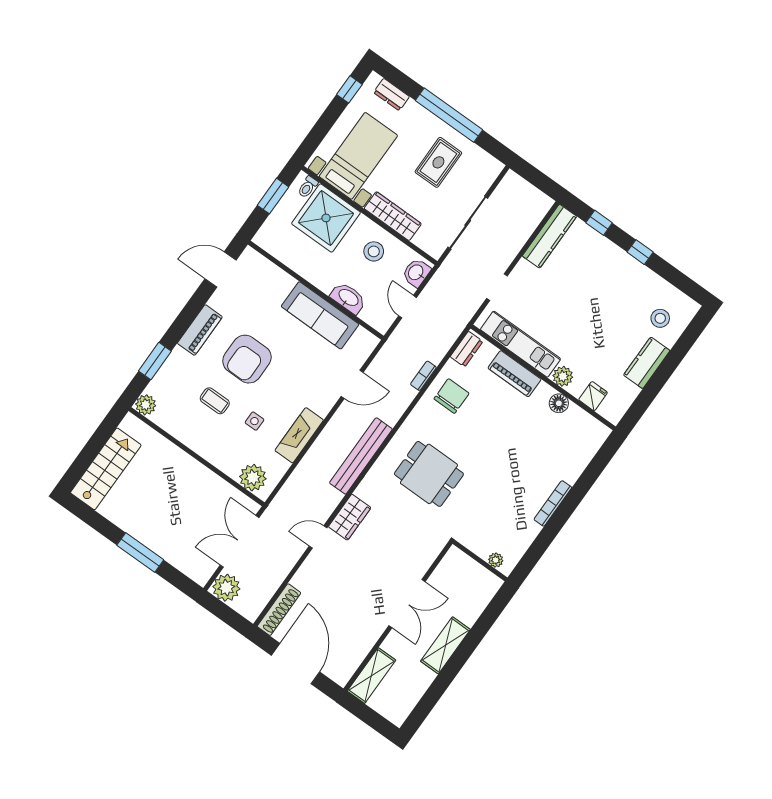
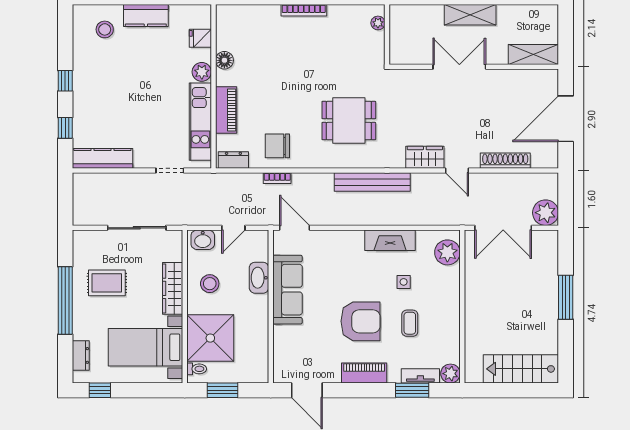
tv unit: (162, 377) -> (420, 376), added
door: (352, 384) -> (295, 228), moved
dining table: (429, 474) -> (349, 121), turned 90
shoe rack: (279, 610) -> (505, 161), moved

